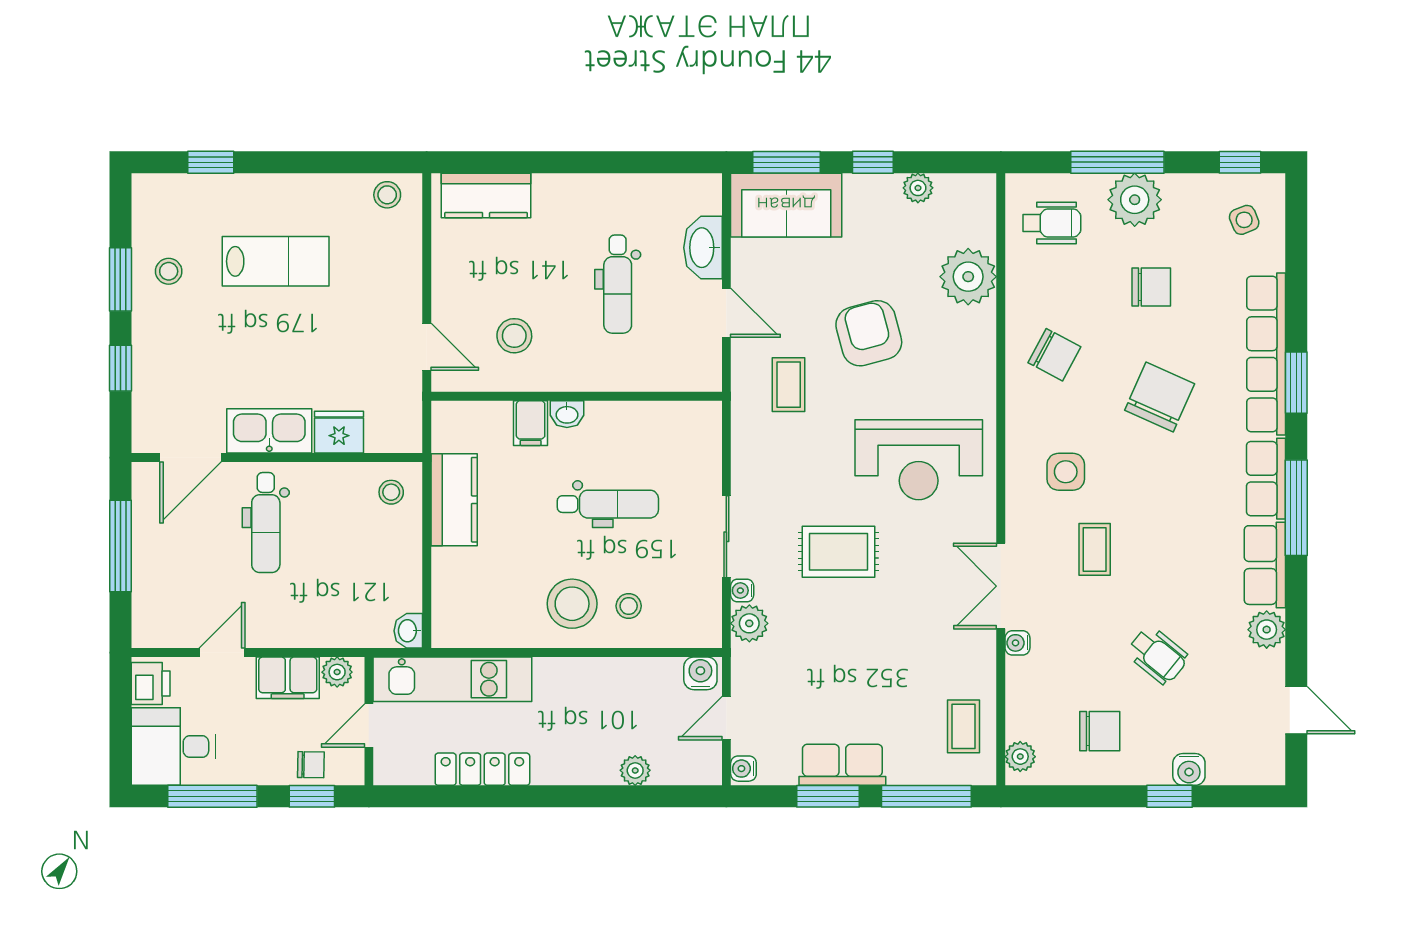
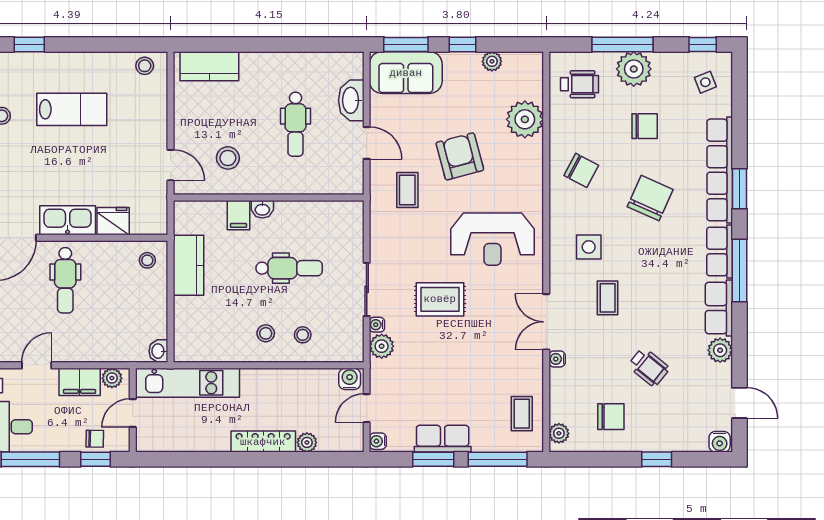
stool: (572, 604) -> (266, 333), width x0.53, depth x0.53
locker: (482, 769) -> (263, 442), moved
water cooler: (1189, 769) -> (720, 442), moved

